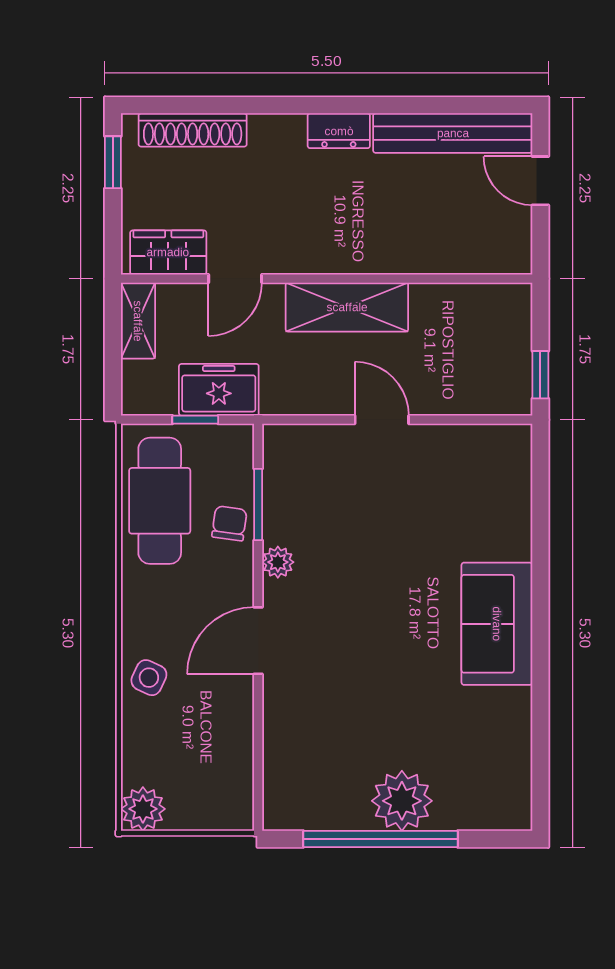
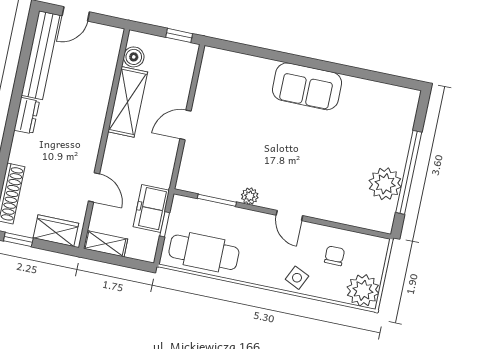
wardrobe: (168, 252) -> (56, 231), moved, turned 90
boiler: (485, 301) -> (134, 57), added
shelving: (347, 307) -> (128, 102), moved
chair: (229, 523) -> (334, 256), moved, turned 82
door: (258, 641) -> (289, 215), width x0.73
plant: (402, 801) -> (385, 184), moved
plant: (143, 809) -> (363, 290), width x1.36, depth x1.36

